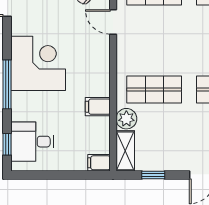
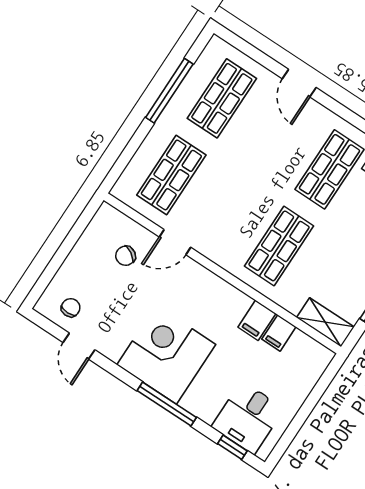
plant: (126, 119) -> (291, 298), removed
filing cabinet: (99, 163) -> (279, 333), moved

